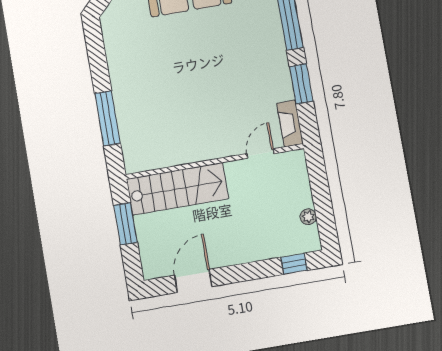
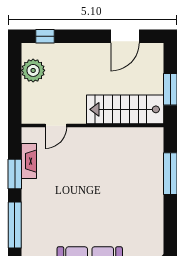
fireplace: (290, 123) -> (29, 161), moved
plant: (308, 217) -> (33, 70), width x1.88, depth x1.88

